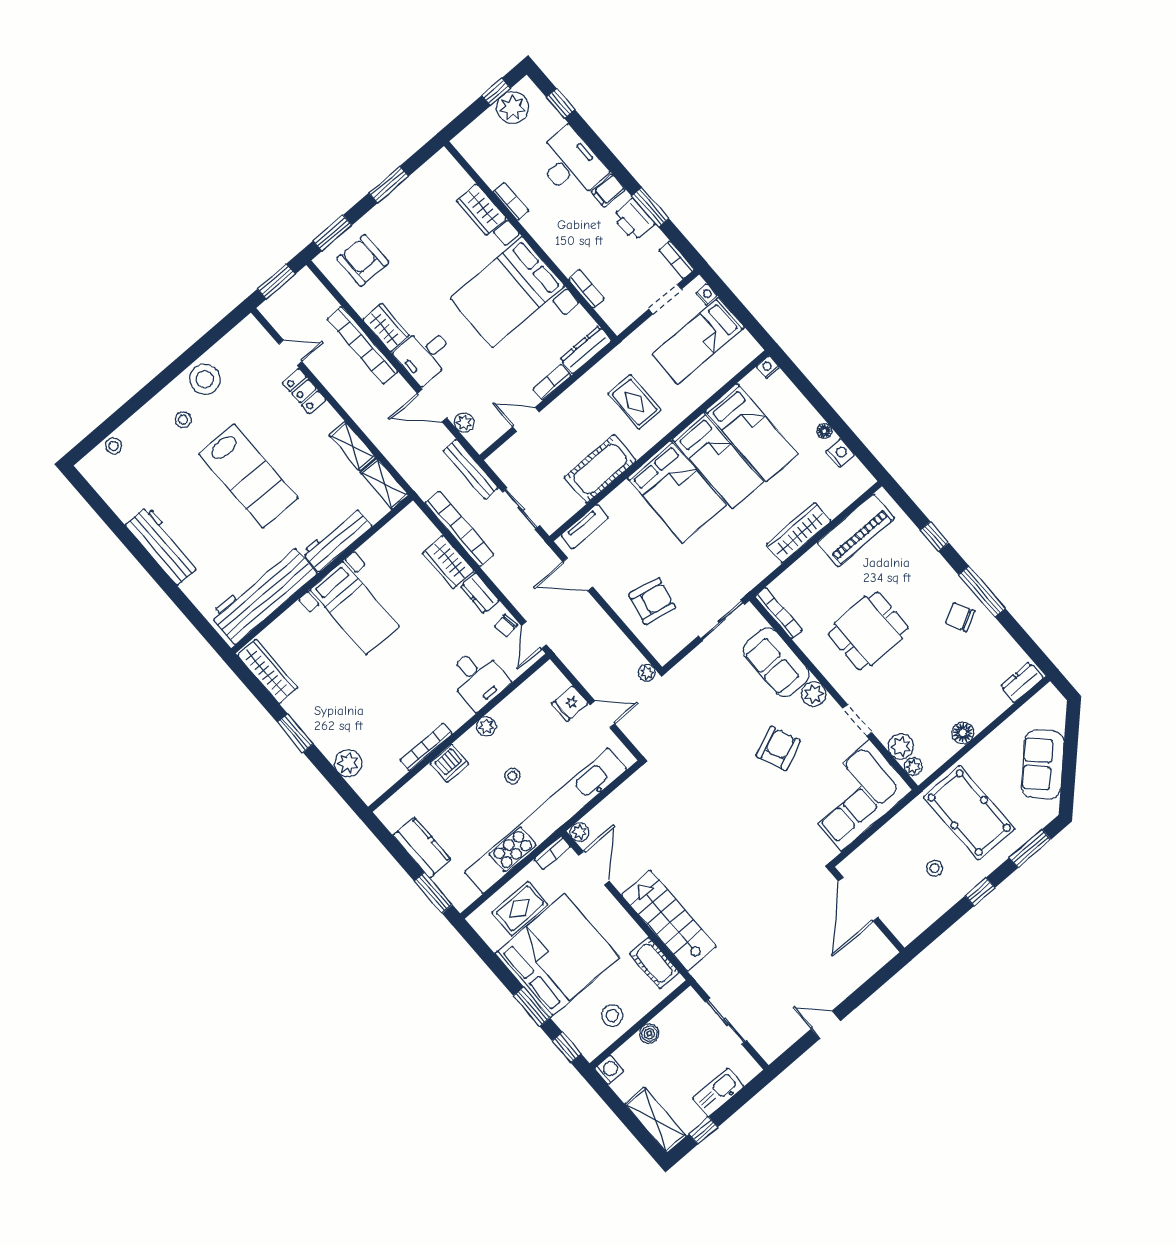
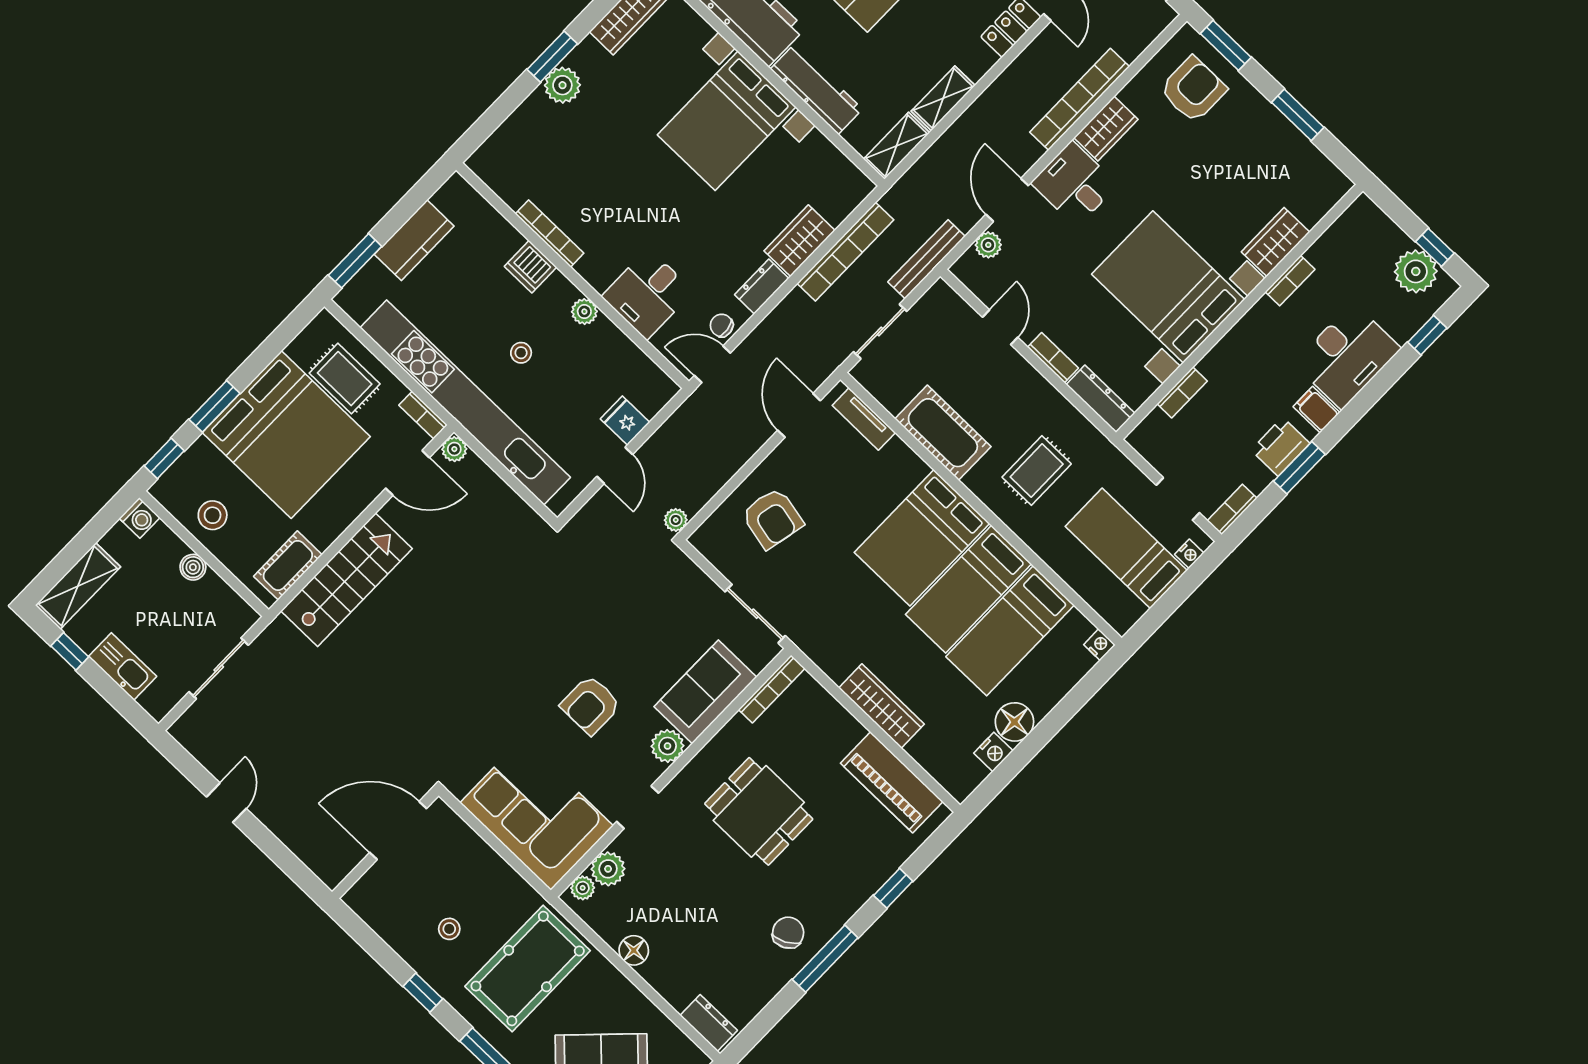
floor lamp: (824, 431) -> (1014, 722), width x1.89, depth x1.89
bed with nightstands: (355, 608) -> (727, 121), width x1.36
armchair: (778, 748) -> (591, 705), turned 113
plant: (348, 763) -> (562, 85), moved

